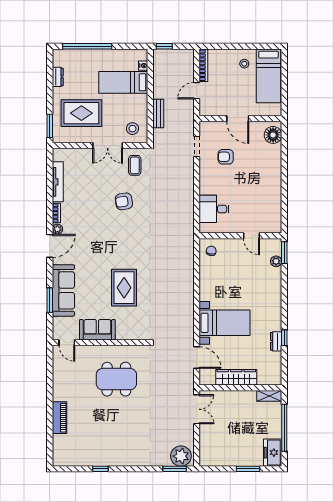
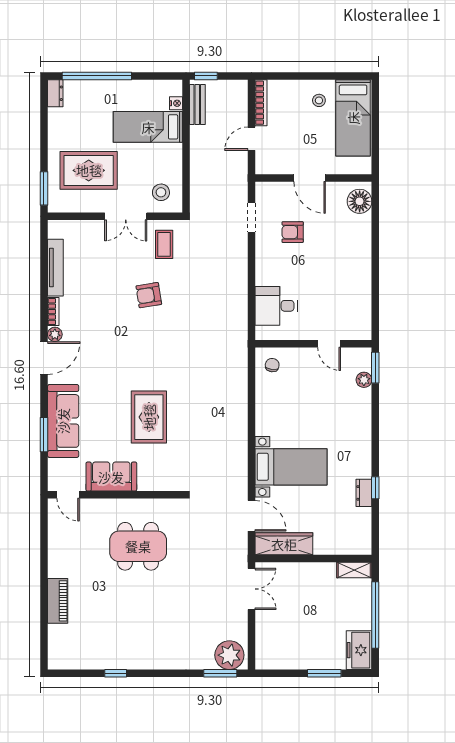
dresser: (58, 77) -> (55, 93), moved
bench: (158, 113) -> (197, 105), moved
wardrobe: (236, 377) -> (284, 544), moved

